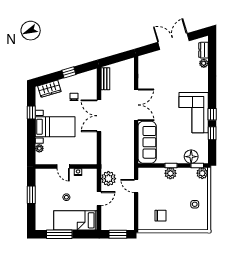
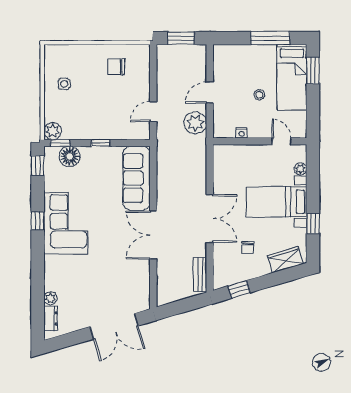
double door: (174, 41) -> (114, 326), moved
window: (69, 72) -> (239, 289), moved
window: (212, 133) -> (38, 166), moved
door: (63, 166) -> (282, 141), moved
plant: (170, 173) -> (101, 131), removed
door: (136, 186) -> (153, 112), swing flipped
window: (31, 195) -> (313, 71), moved
bed: (75, 220) -> (292, 77), moved, turned 90

